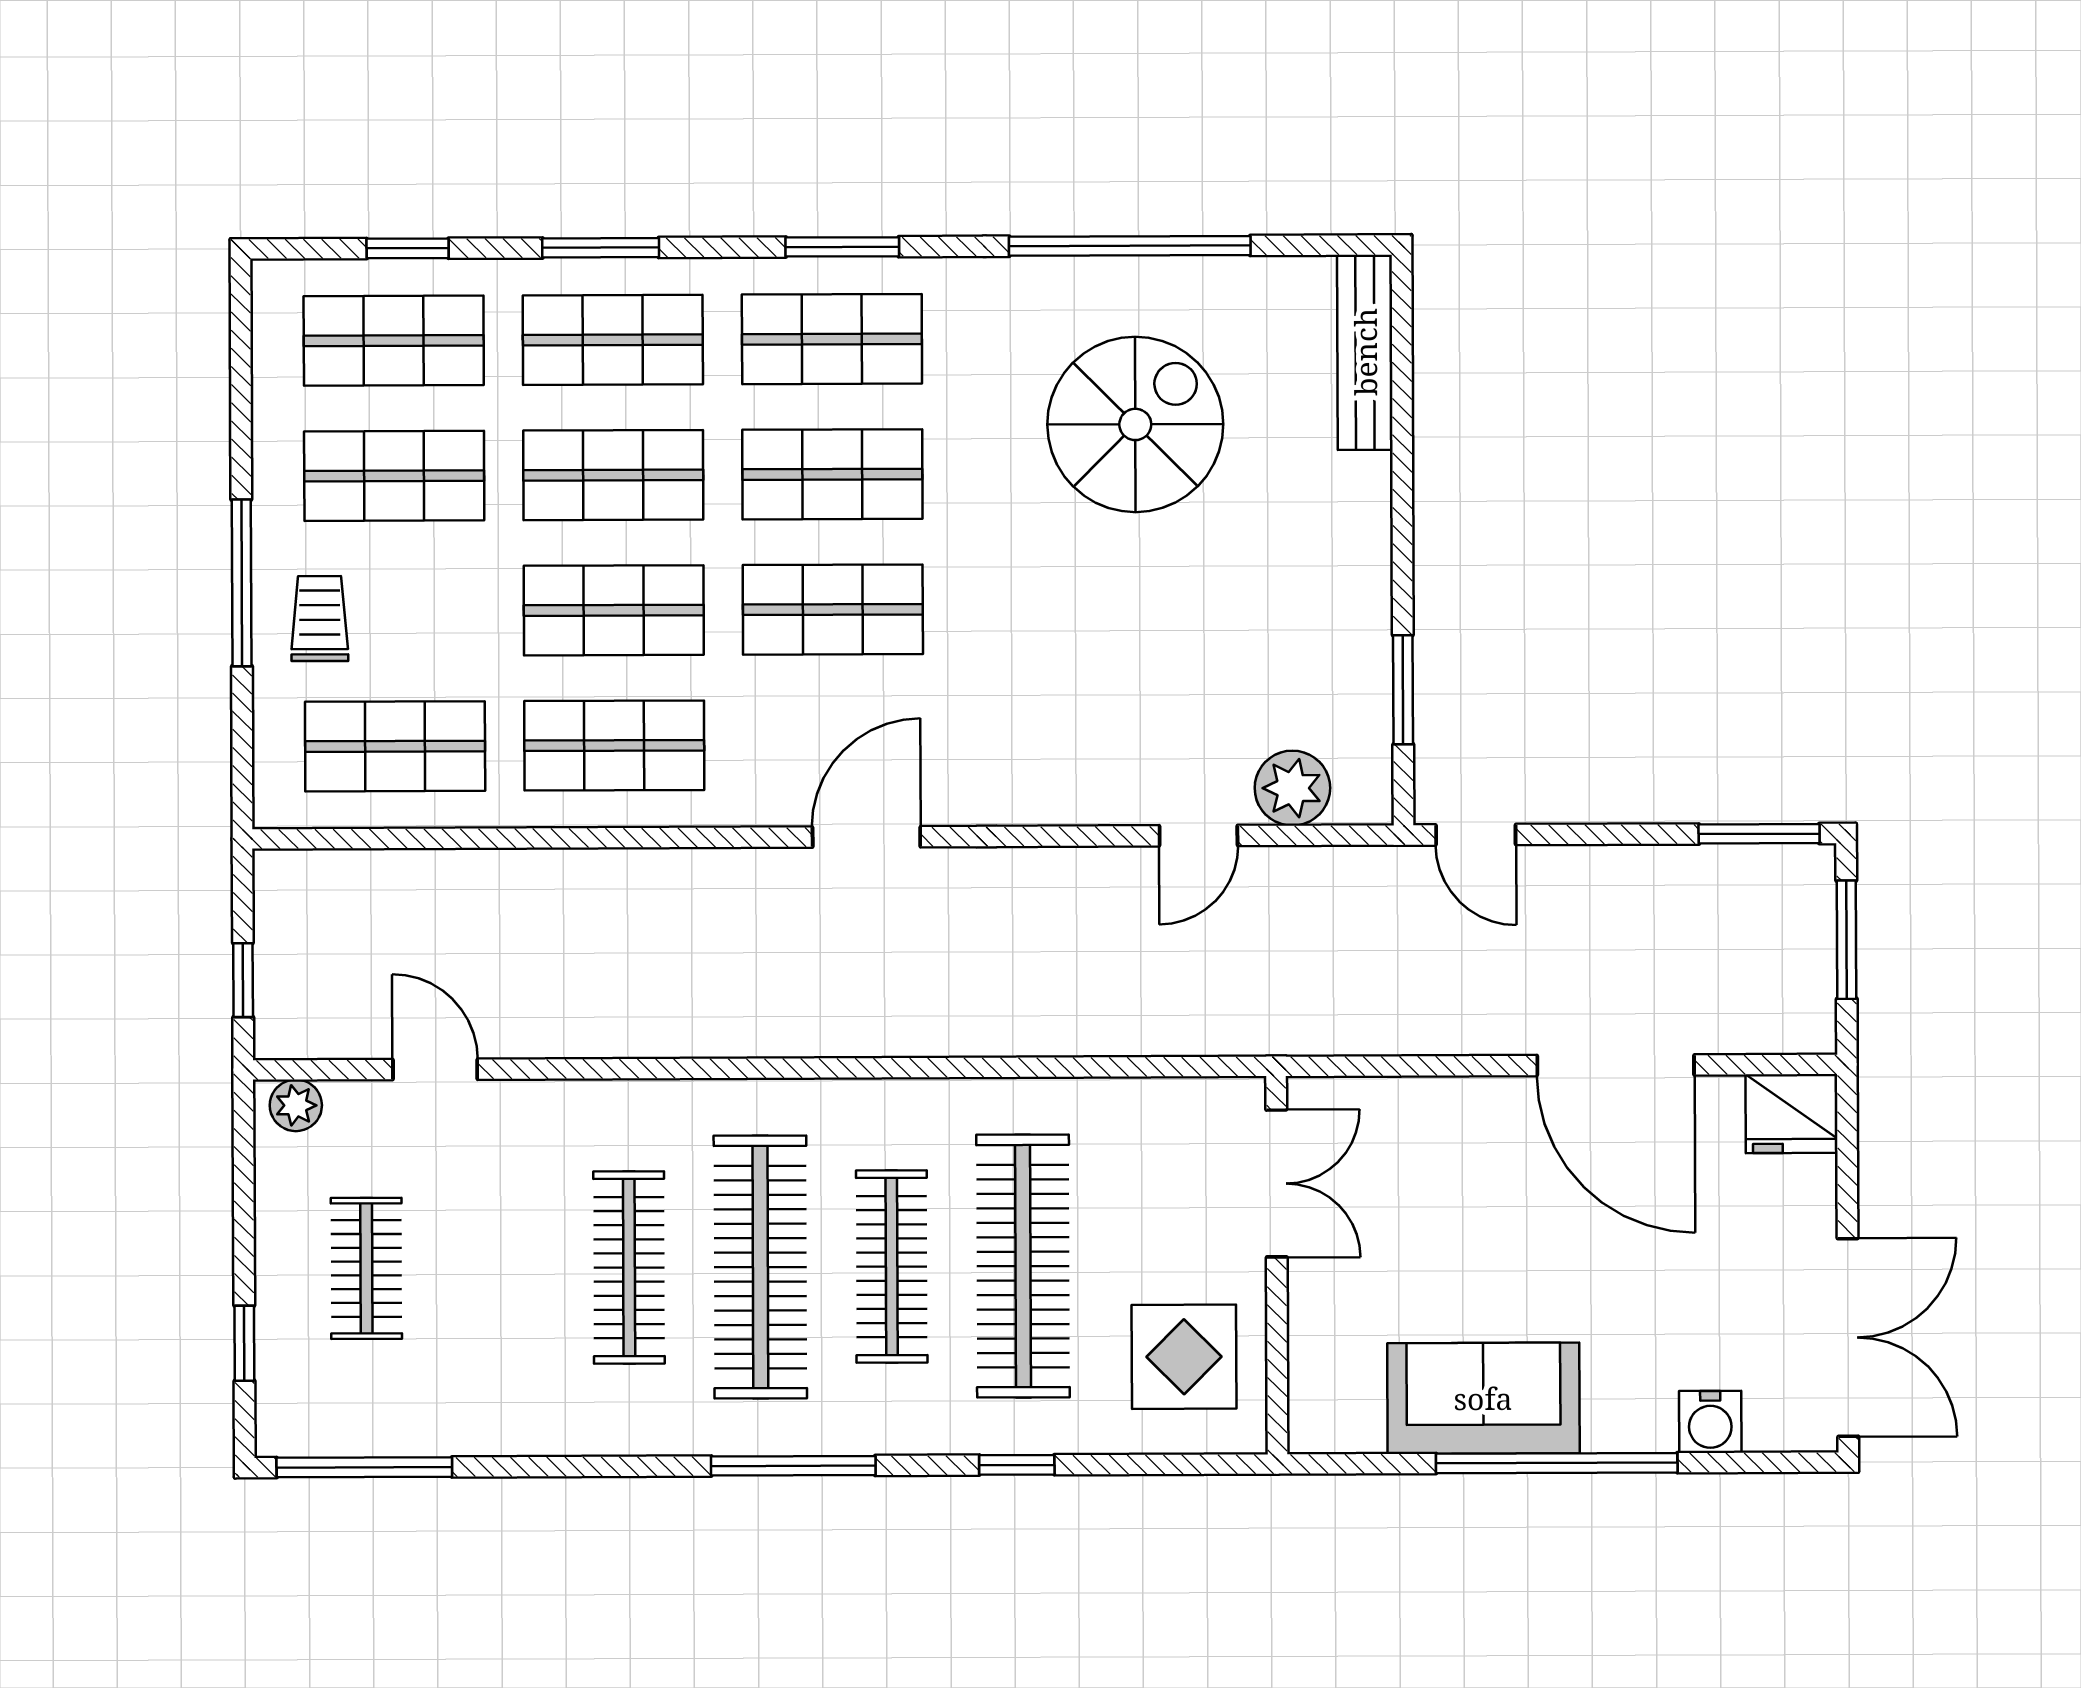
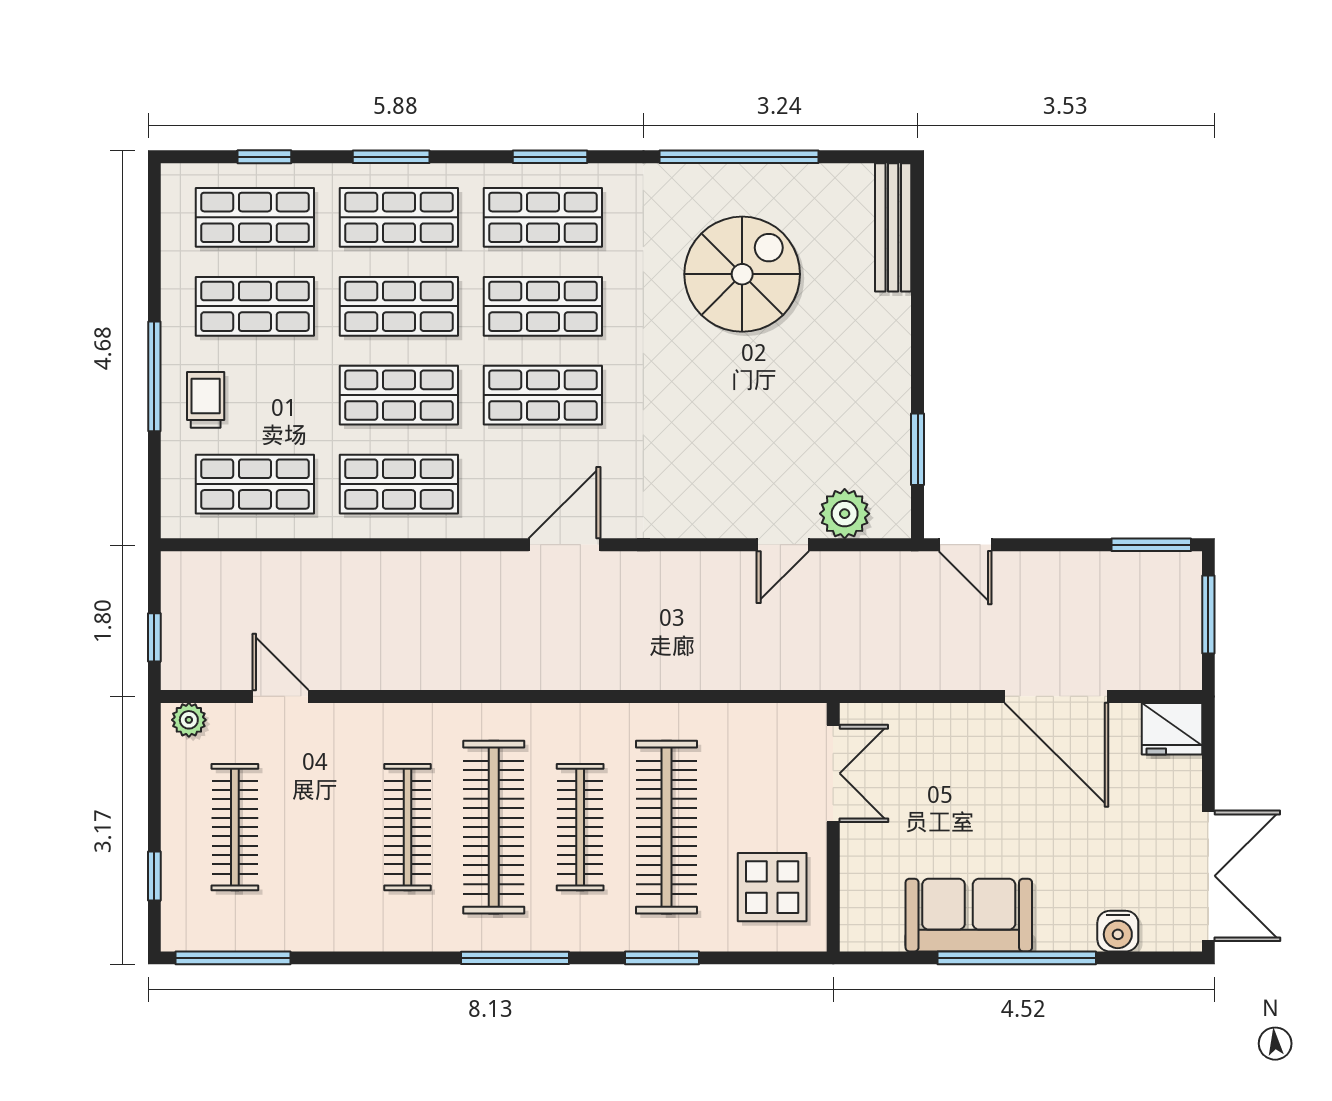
clothes rail: (366, 1268) -> (235, 827), width x1.36
window: (1017, 1465) -> (662, 958), width x1.50

